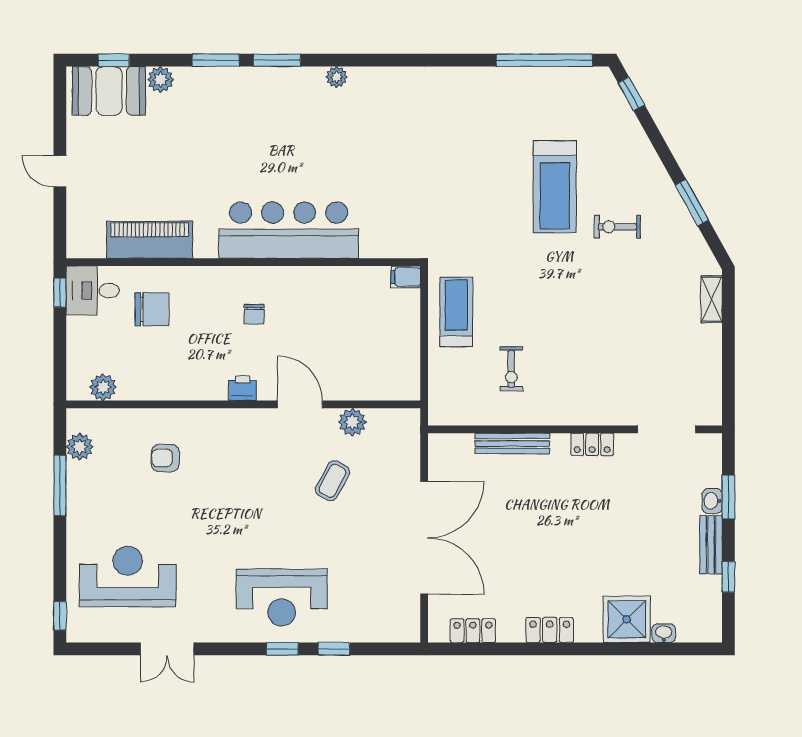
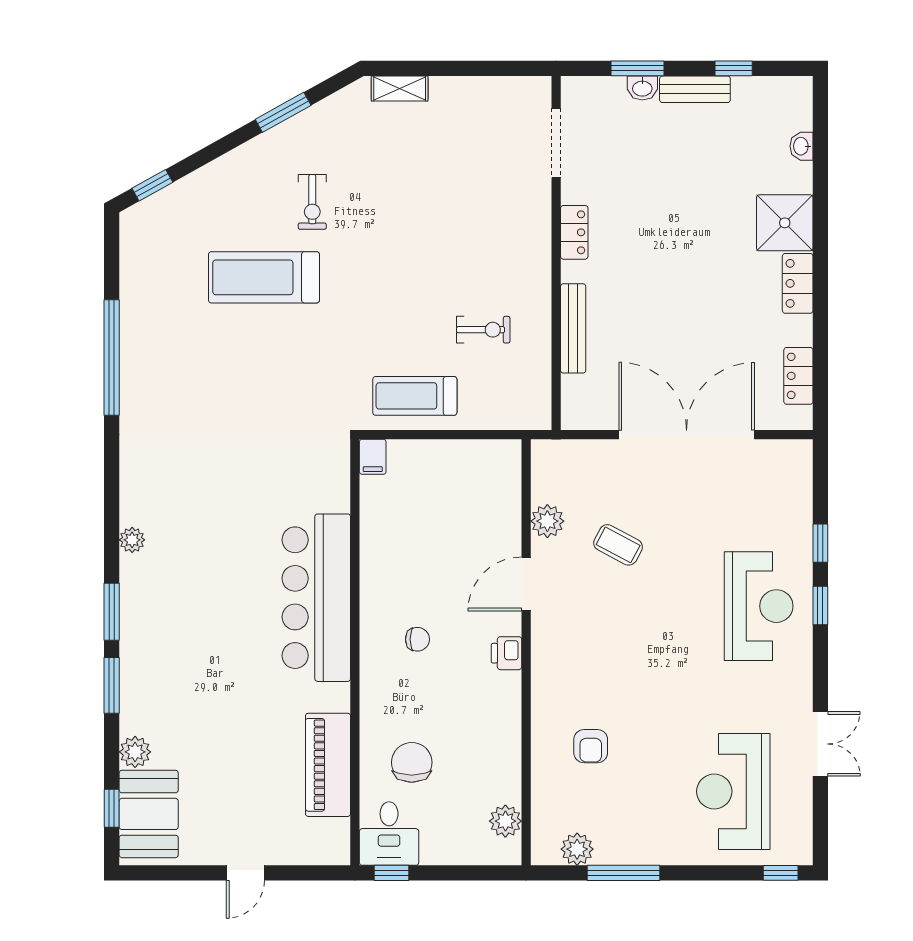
window: (544, 60) -> (112, 357), moved
treadmill: (555, 187) -> (264, 277), turned 180
shower: (627, 619) -> (785, 223), moved

